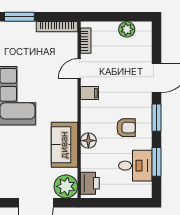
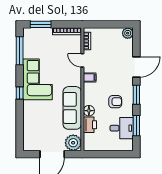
plant: (127, 29) -> (128, 33), moved
door: (79, 68) -> (82, 60), hinge flipped
sofa: (64, 145) -> (72, 108), width x1.36
printer: (90, 183) -> (90, 125), moved

